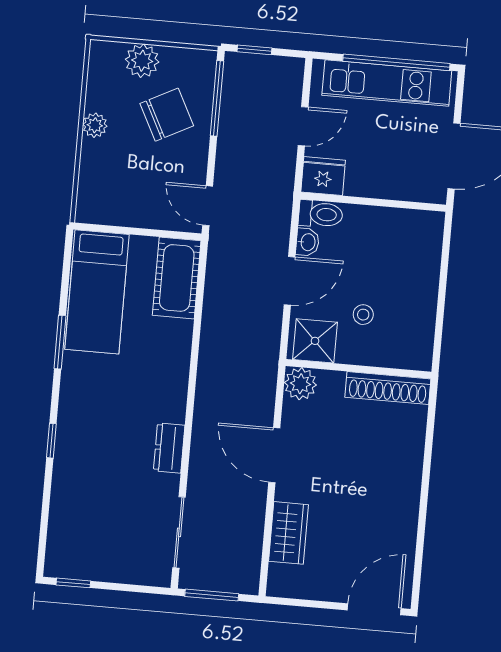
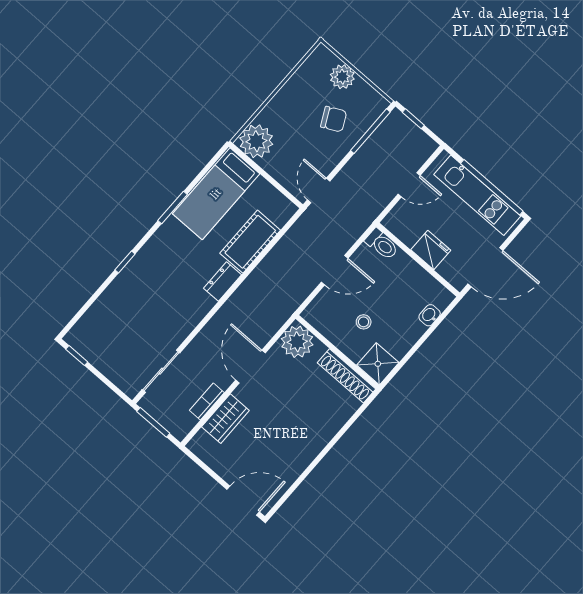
chair: (167, 115) -> (334, 119), width x0.73, depth x0.73
plant: (95, 125) -> (256, 141), moved, width x1.87, depth x1.87
fridge: (323, 176) -> (431, 250), moved
washbasin: (307, 242) -> (430, 315), moved, turned 180
cot: (177, 278) -> (250, 242), moved
shower: (315, 341) -> (378, 364), moved
plant: (300, 384) -> (297, 342), width x1.36, depth x1.36
dresser: (169, 448) -> (223, 282), moved
bookcase: (254, 529) -> (207, 402), added

